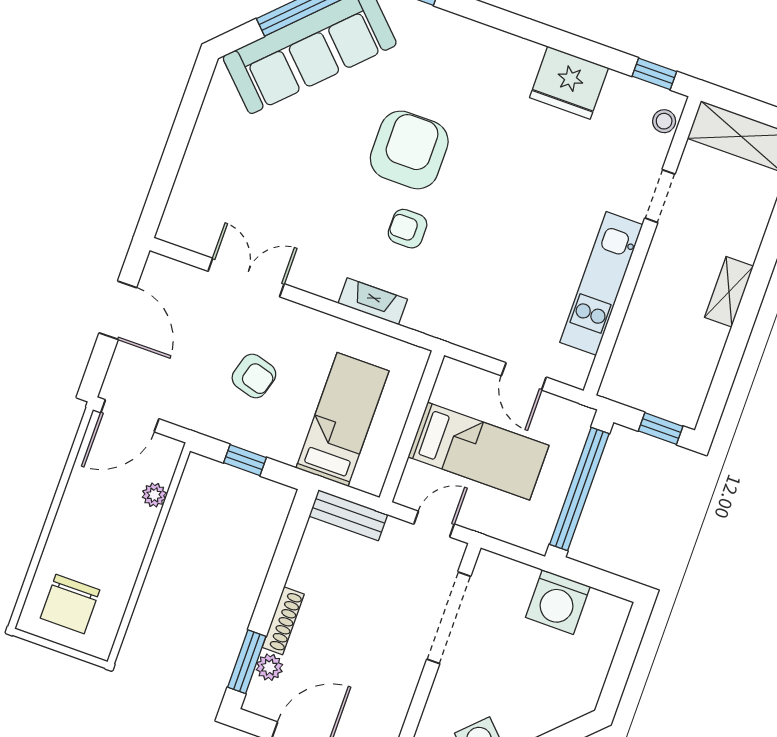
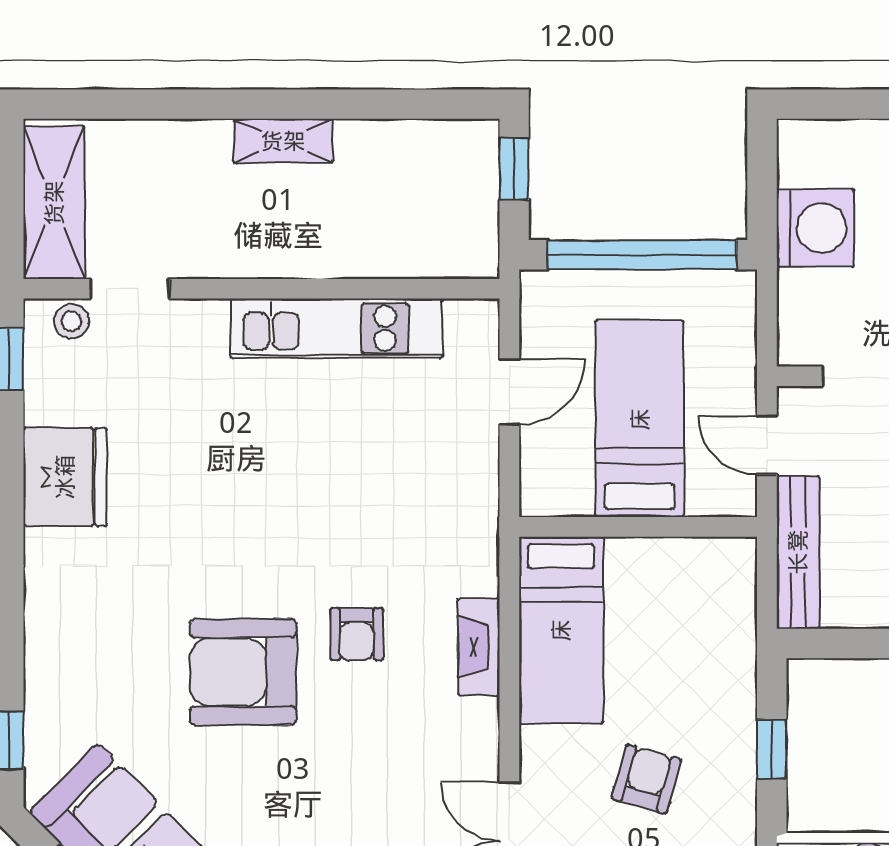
doorway: (660, 196) -> (130, 289), moved
bed: (342, 419) -> (561, 630), moved, turned -90
bench: (348, 515) -> (798, 552), width x1.36

